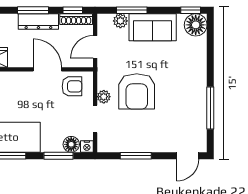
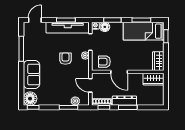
sofa: (153, 27) -> (31, 75), moved, turned 90
door: (95, 47) -> (90, 85), swing flipped
armchair: (137, 91) -> (65, 59), width x0.53, depth x0.53
tv unit: (133, 143) -> (68, 28), added

